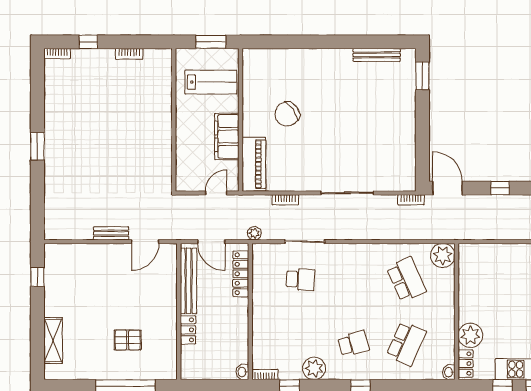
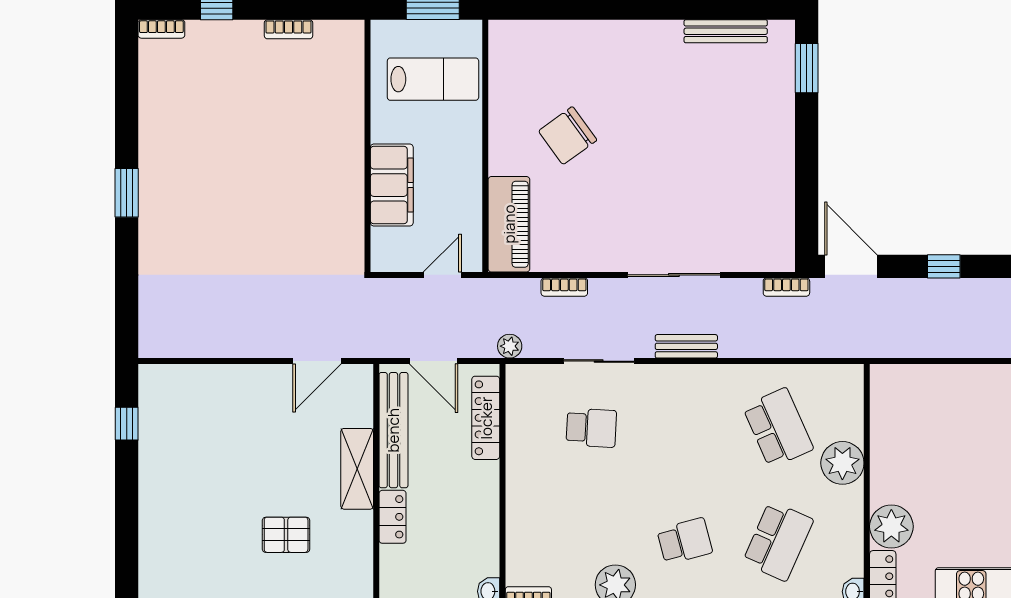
filing cabinet: (227, 136) -> (392, 185), moved, turned 180
bench: (111, 233) -> (686, 346), moved
plant: (443, 255) -> (842, 463), moved
shelving: (53, 341) -> (357, 469), moved

